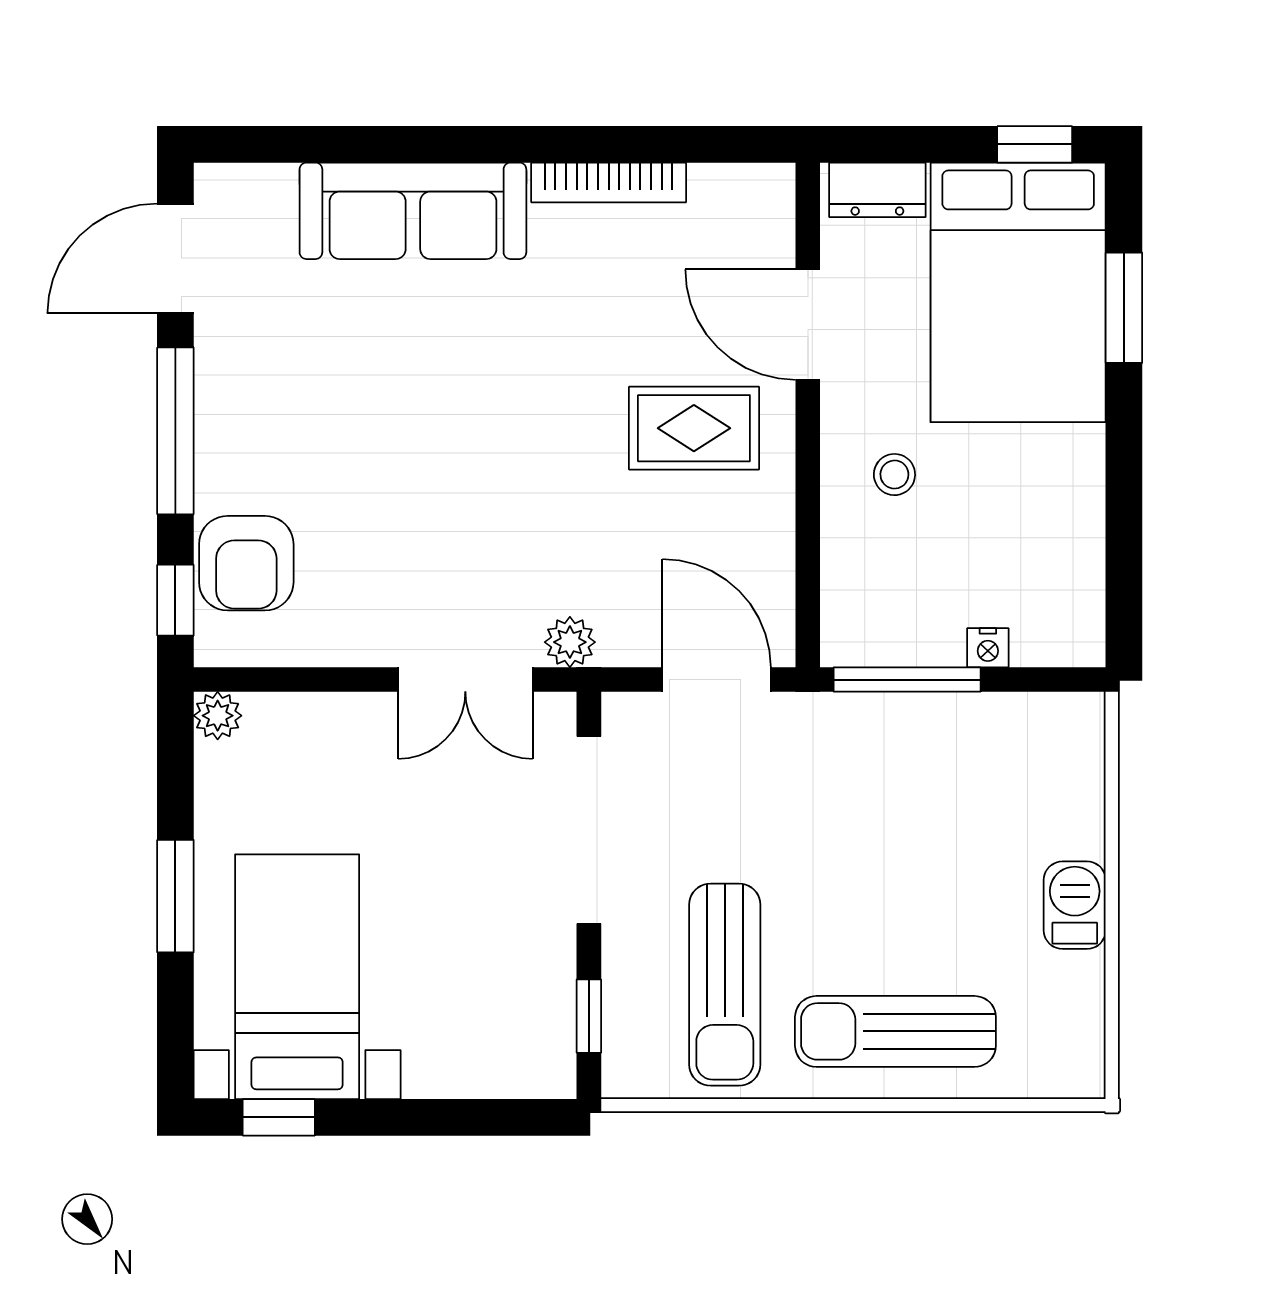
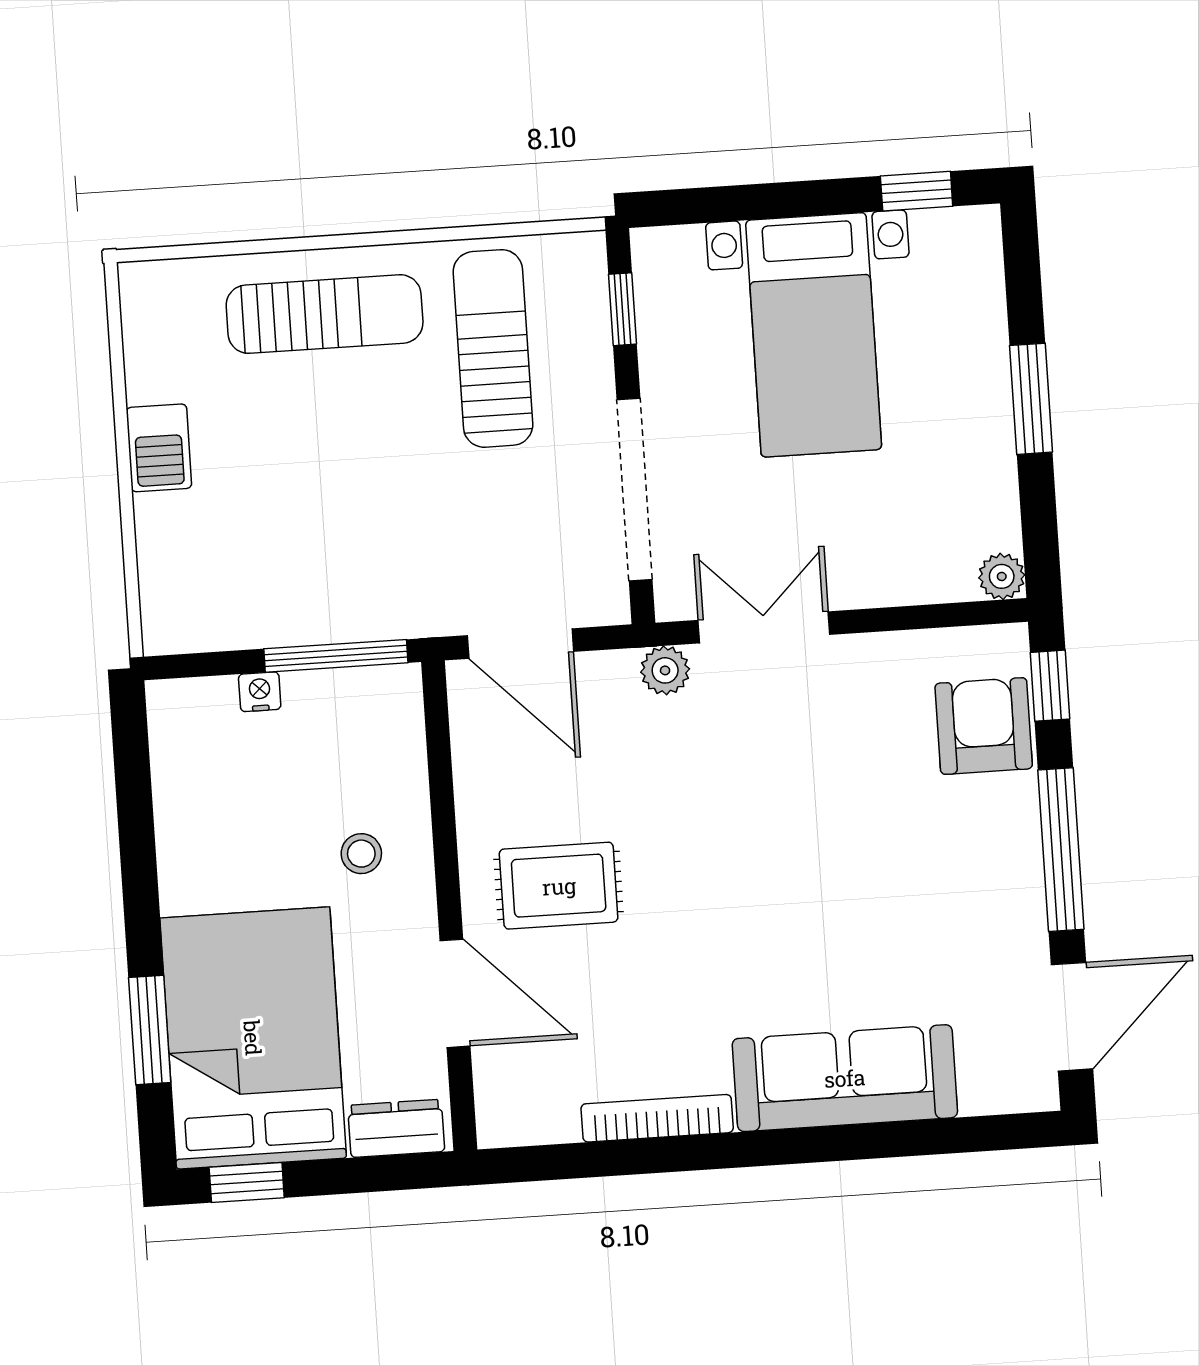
bed with nightstands: (297, 977) -> (814, 335), moved

